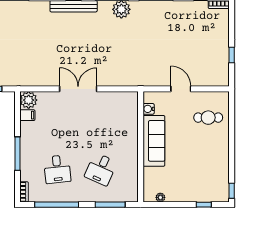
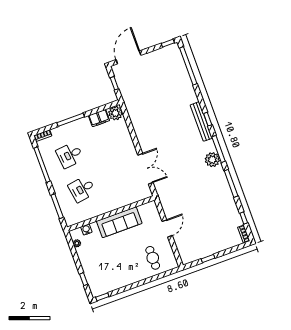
double door: (78, 89) -> (145, 169), moved
water cooler: (149, 109) -> (86, 229), moved
filing cabinet: (27, 115) -> (99, 118), width x2.00
desk: (101, 169) -> (82, 189), turned -33

